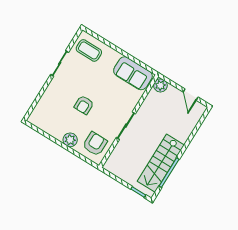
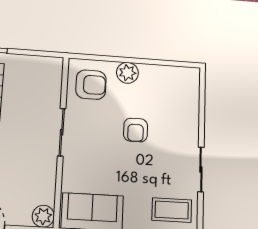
armchair: (84, 105) -> (136, 130), turned 180
armchair: (95, 144) -> (91, 85), turned -90

